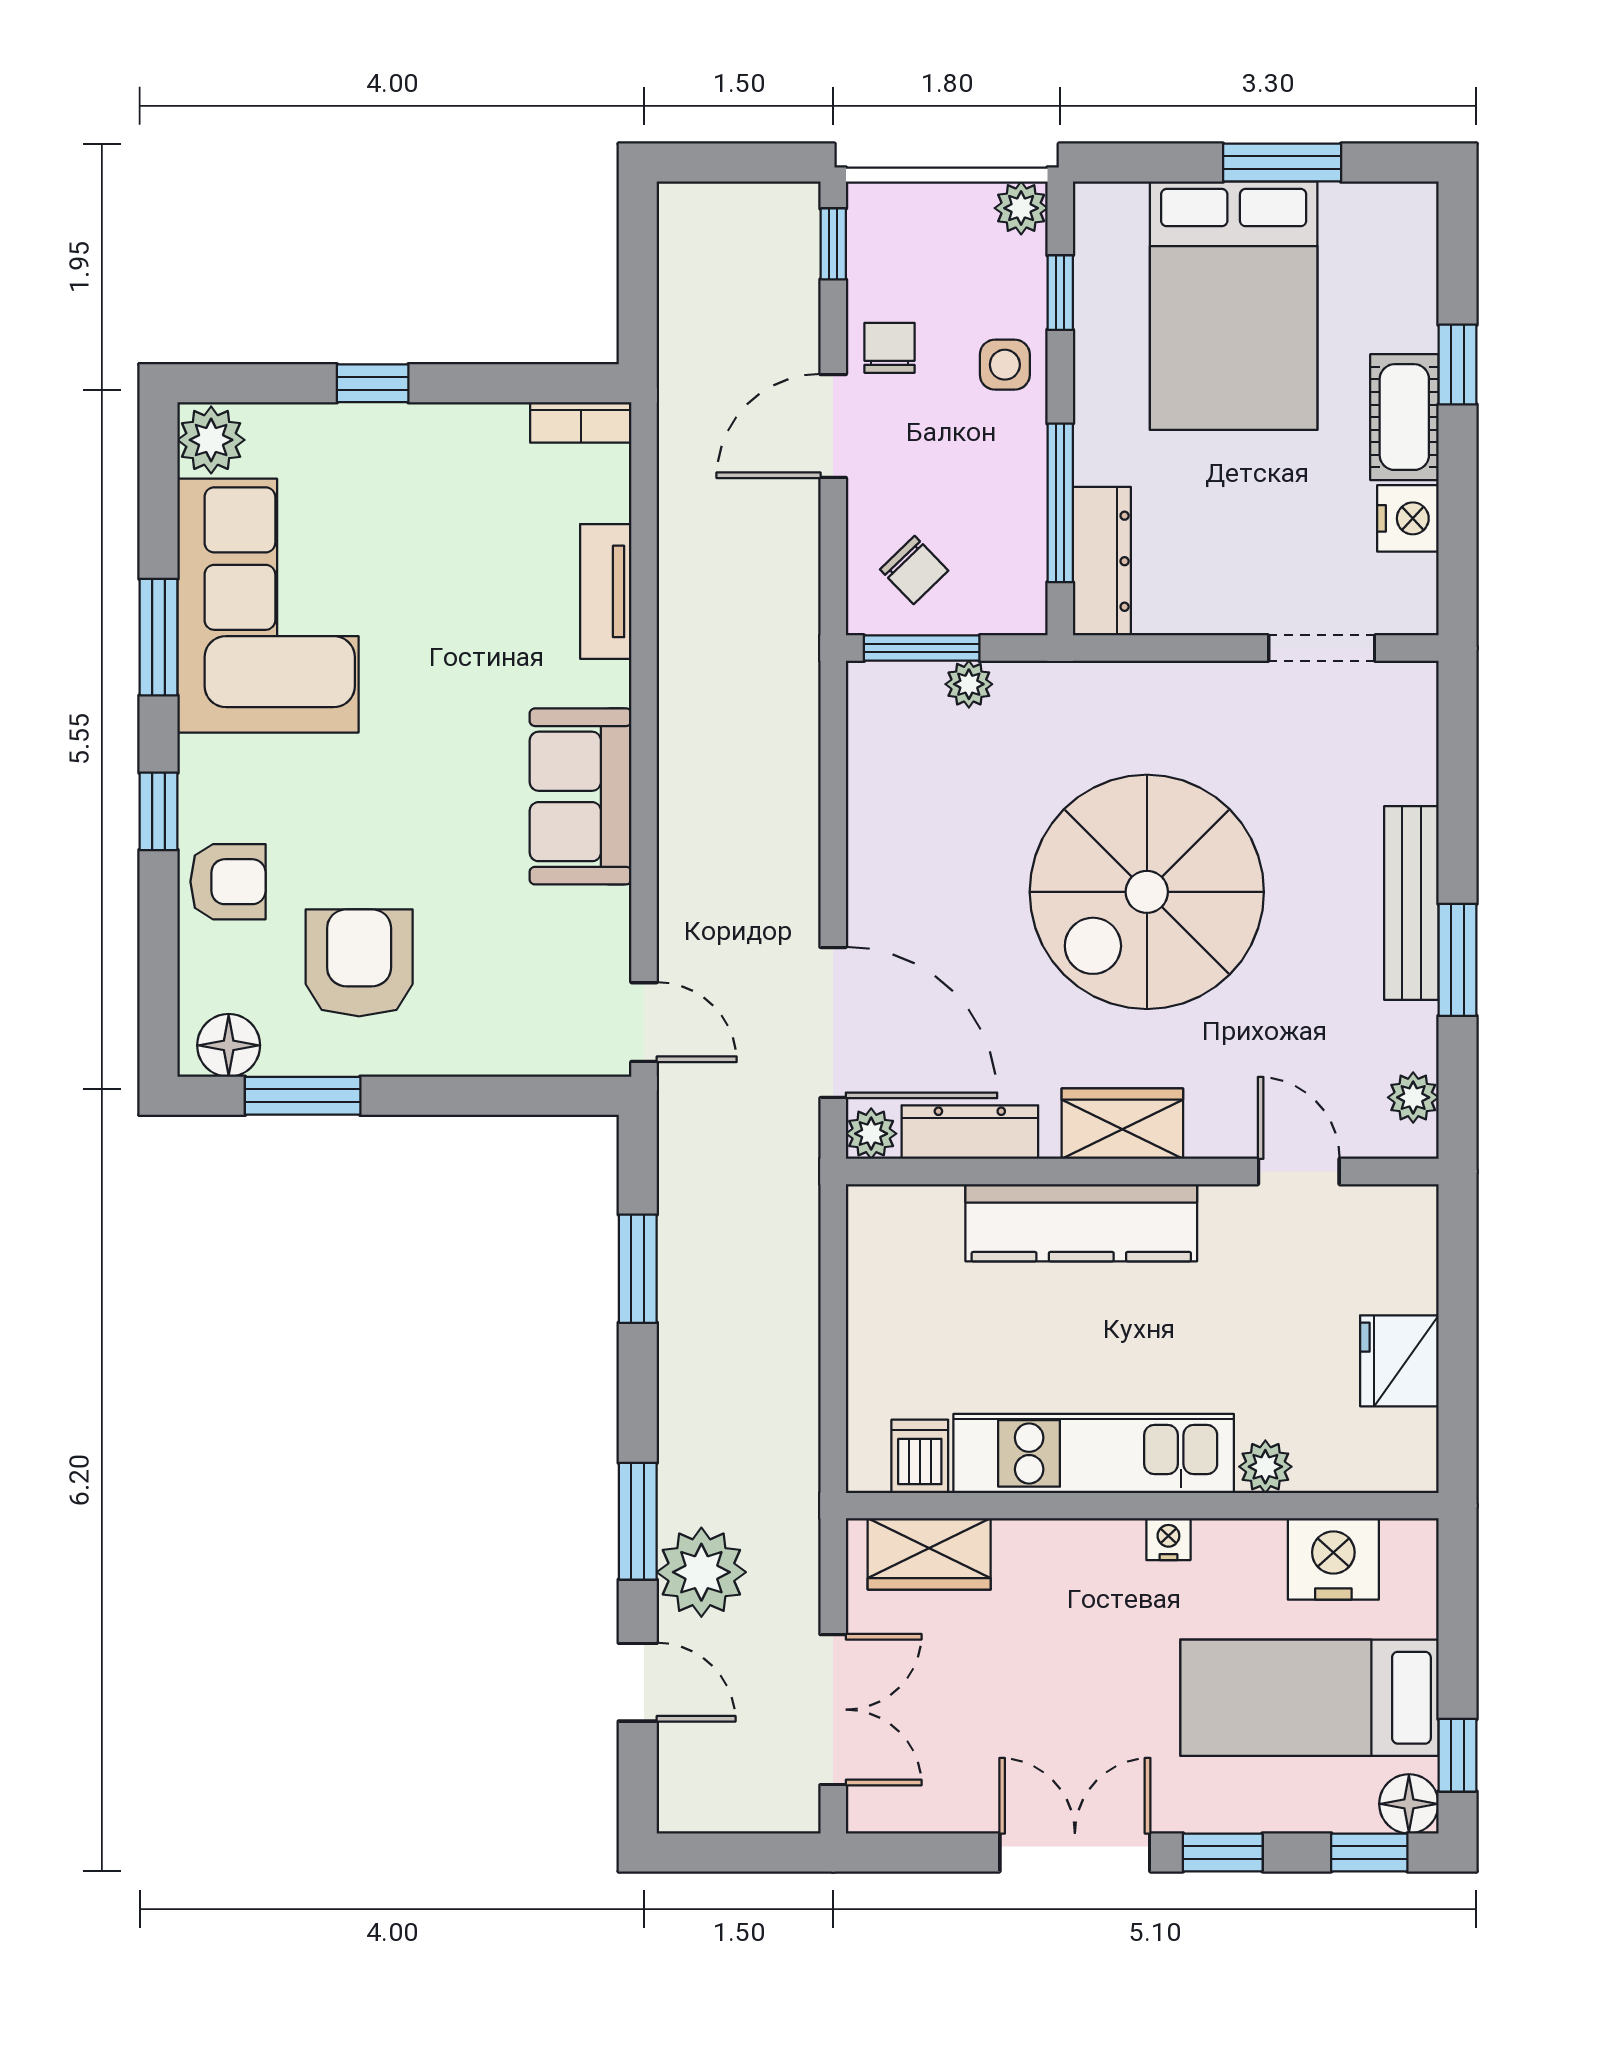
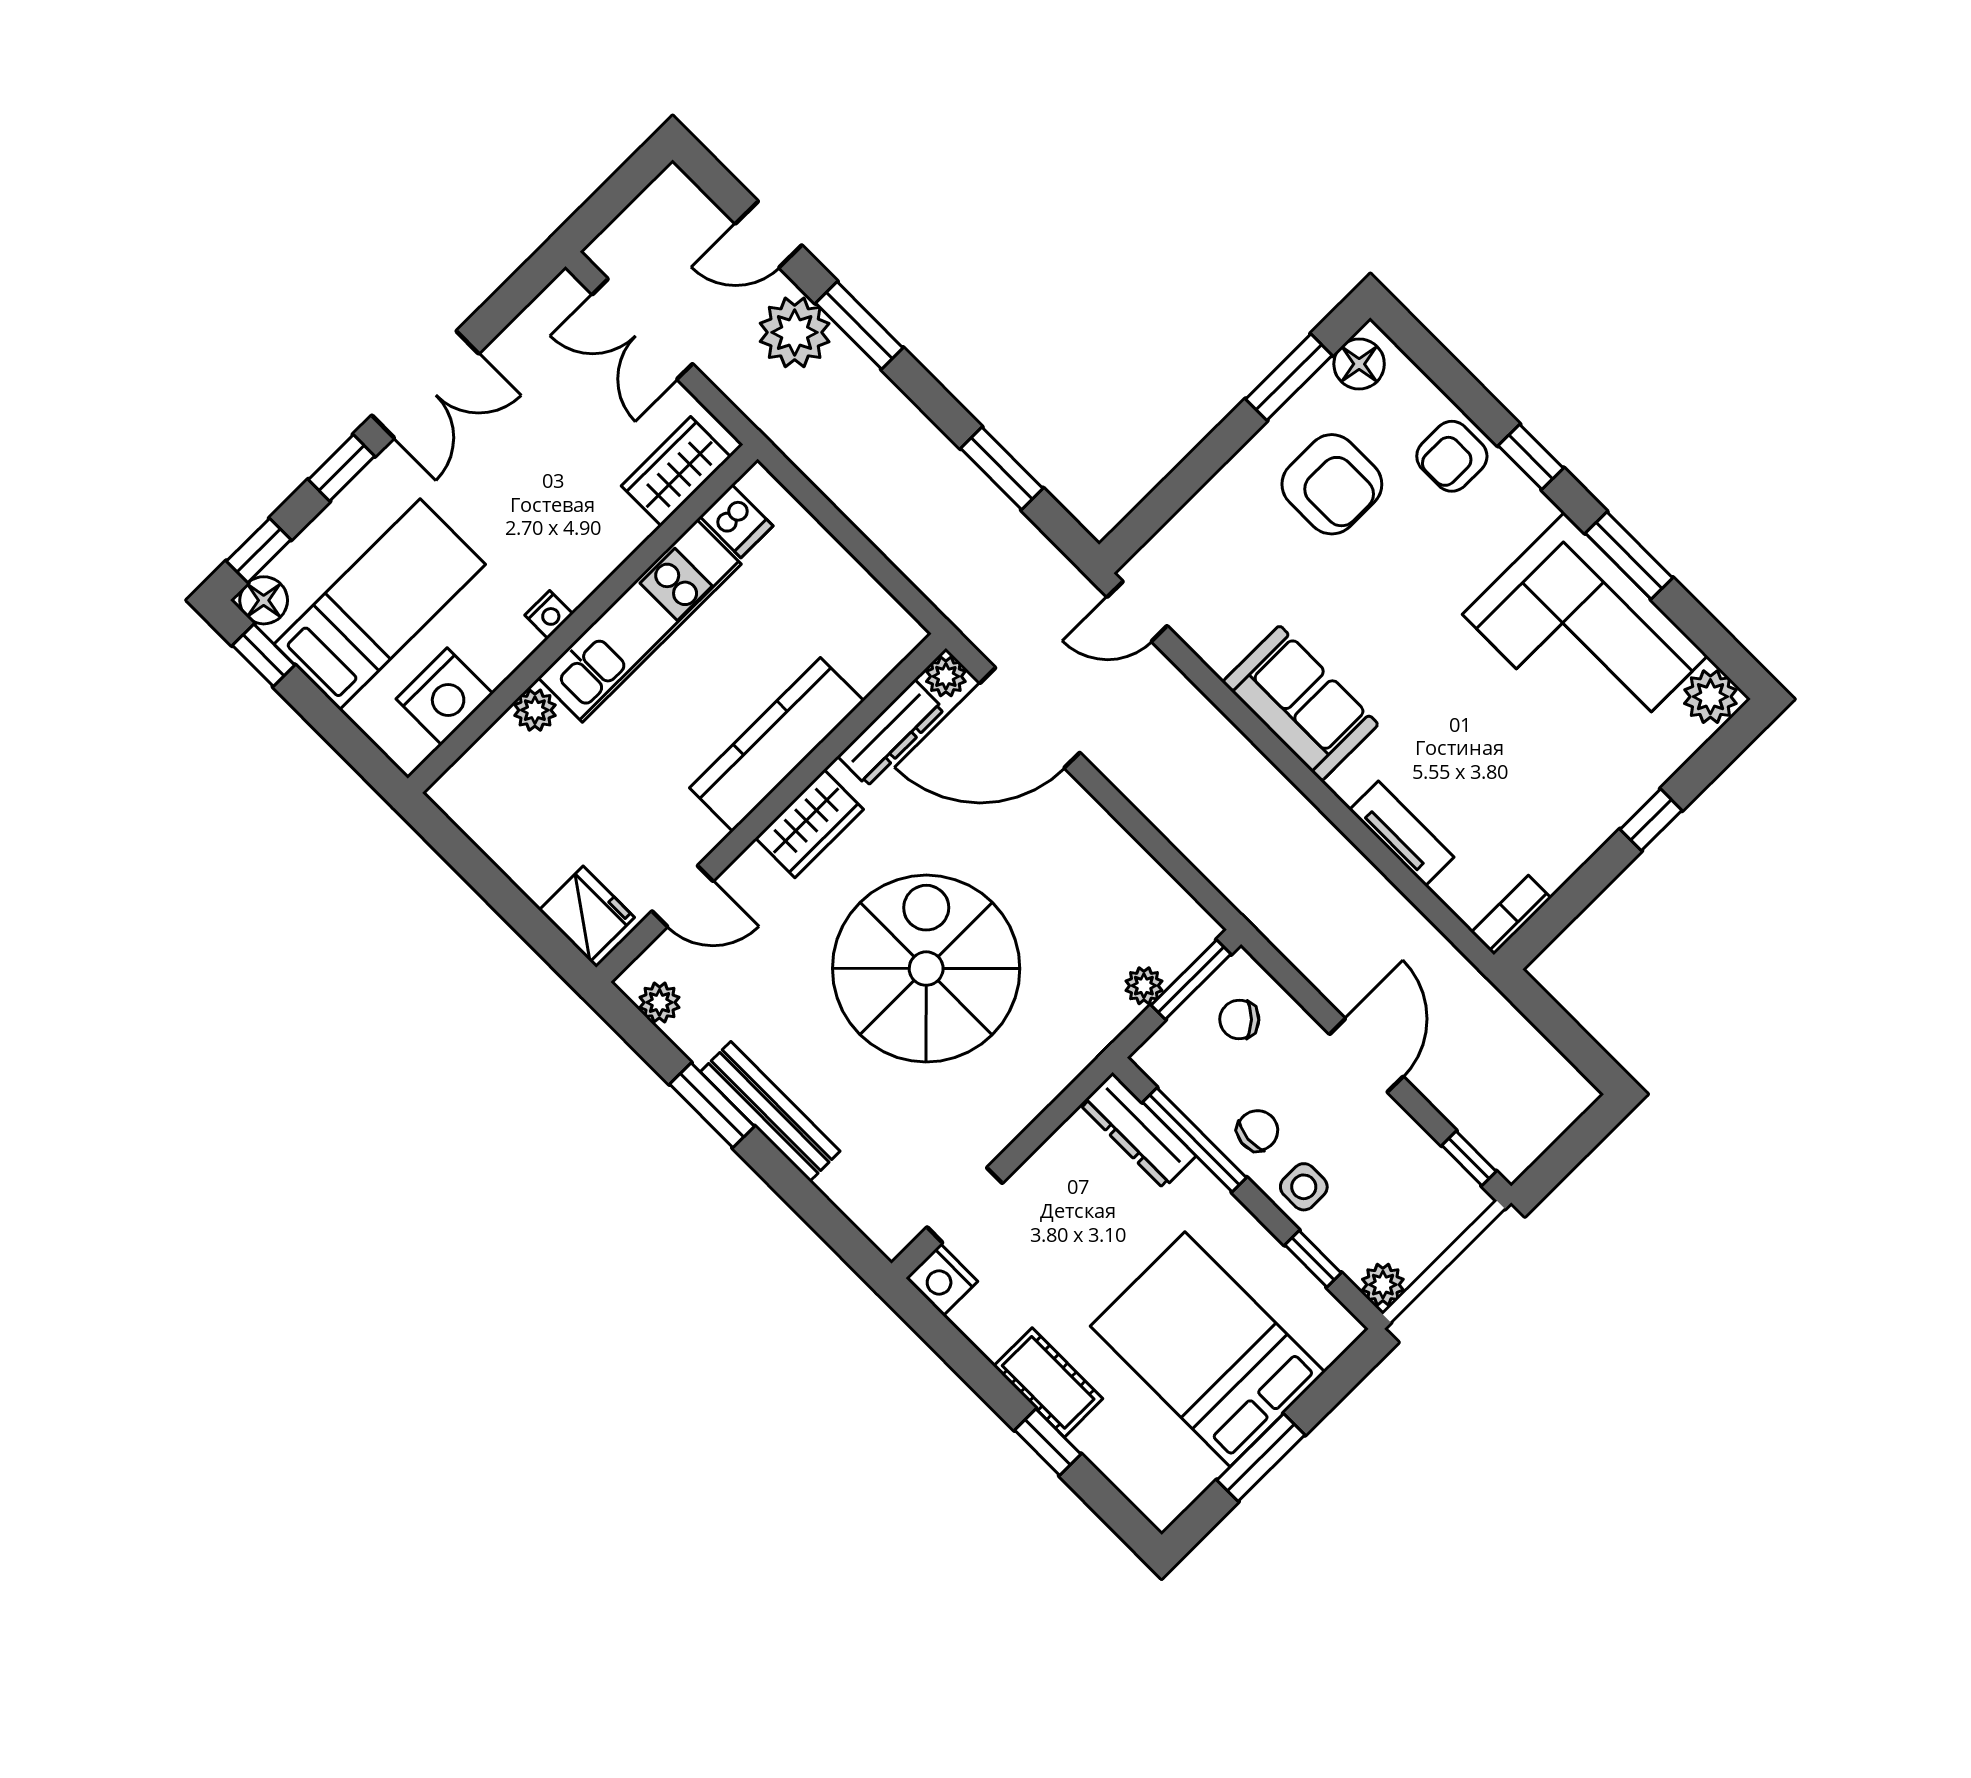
chair: (890, 348) -> (1258, 1131), moved, turned -85
nightstand: (1408, 518) -> (942, 1280), moved
fridge: (1399, 1361) -> (587, 914), moved

